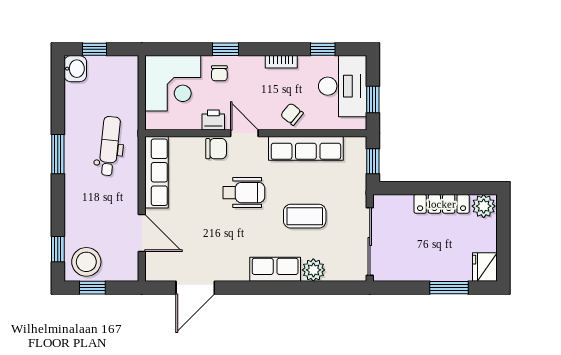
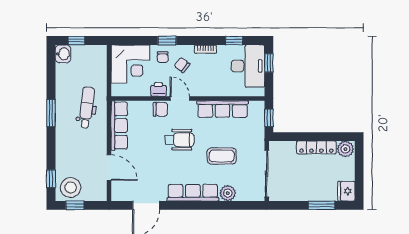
window: (373, 100) -> (269, 63), moved
chair: (292, 114) -> (182, 65), moved
row of seats: (275, 269) -> (193, 193), width x1.48

